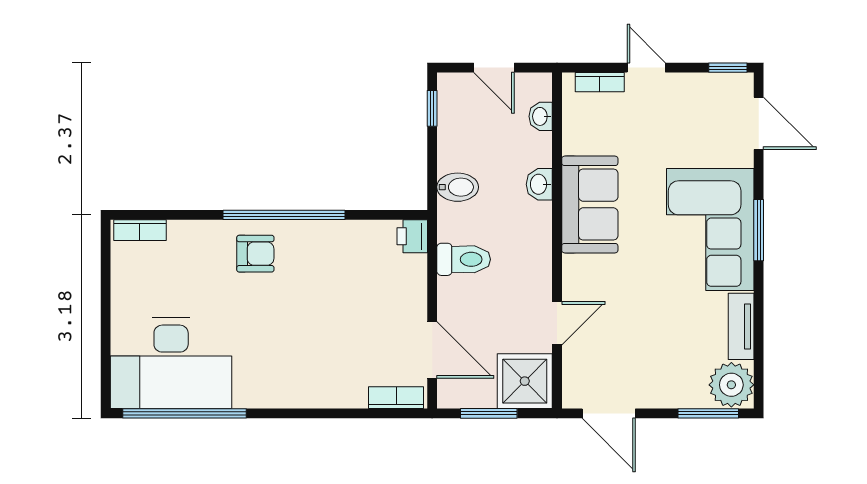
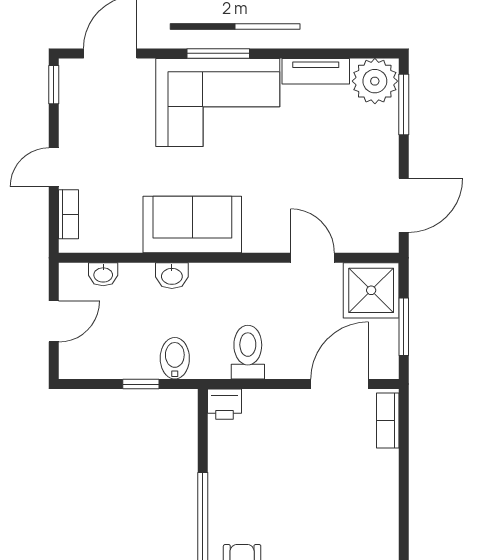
window: (432, 108) -> (141, 384), moved

